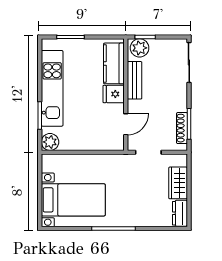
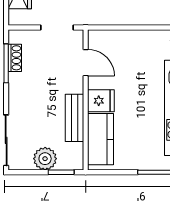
plant: (140, 48) -> (45, 159), moved
door: (126, 124) -> (86, 63), swing flipped
shoe rack: (182, 128) -> (15, 58), width x0.70

